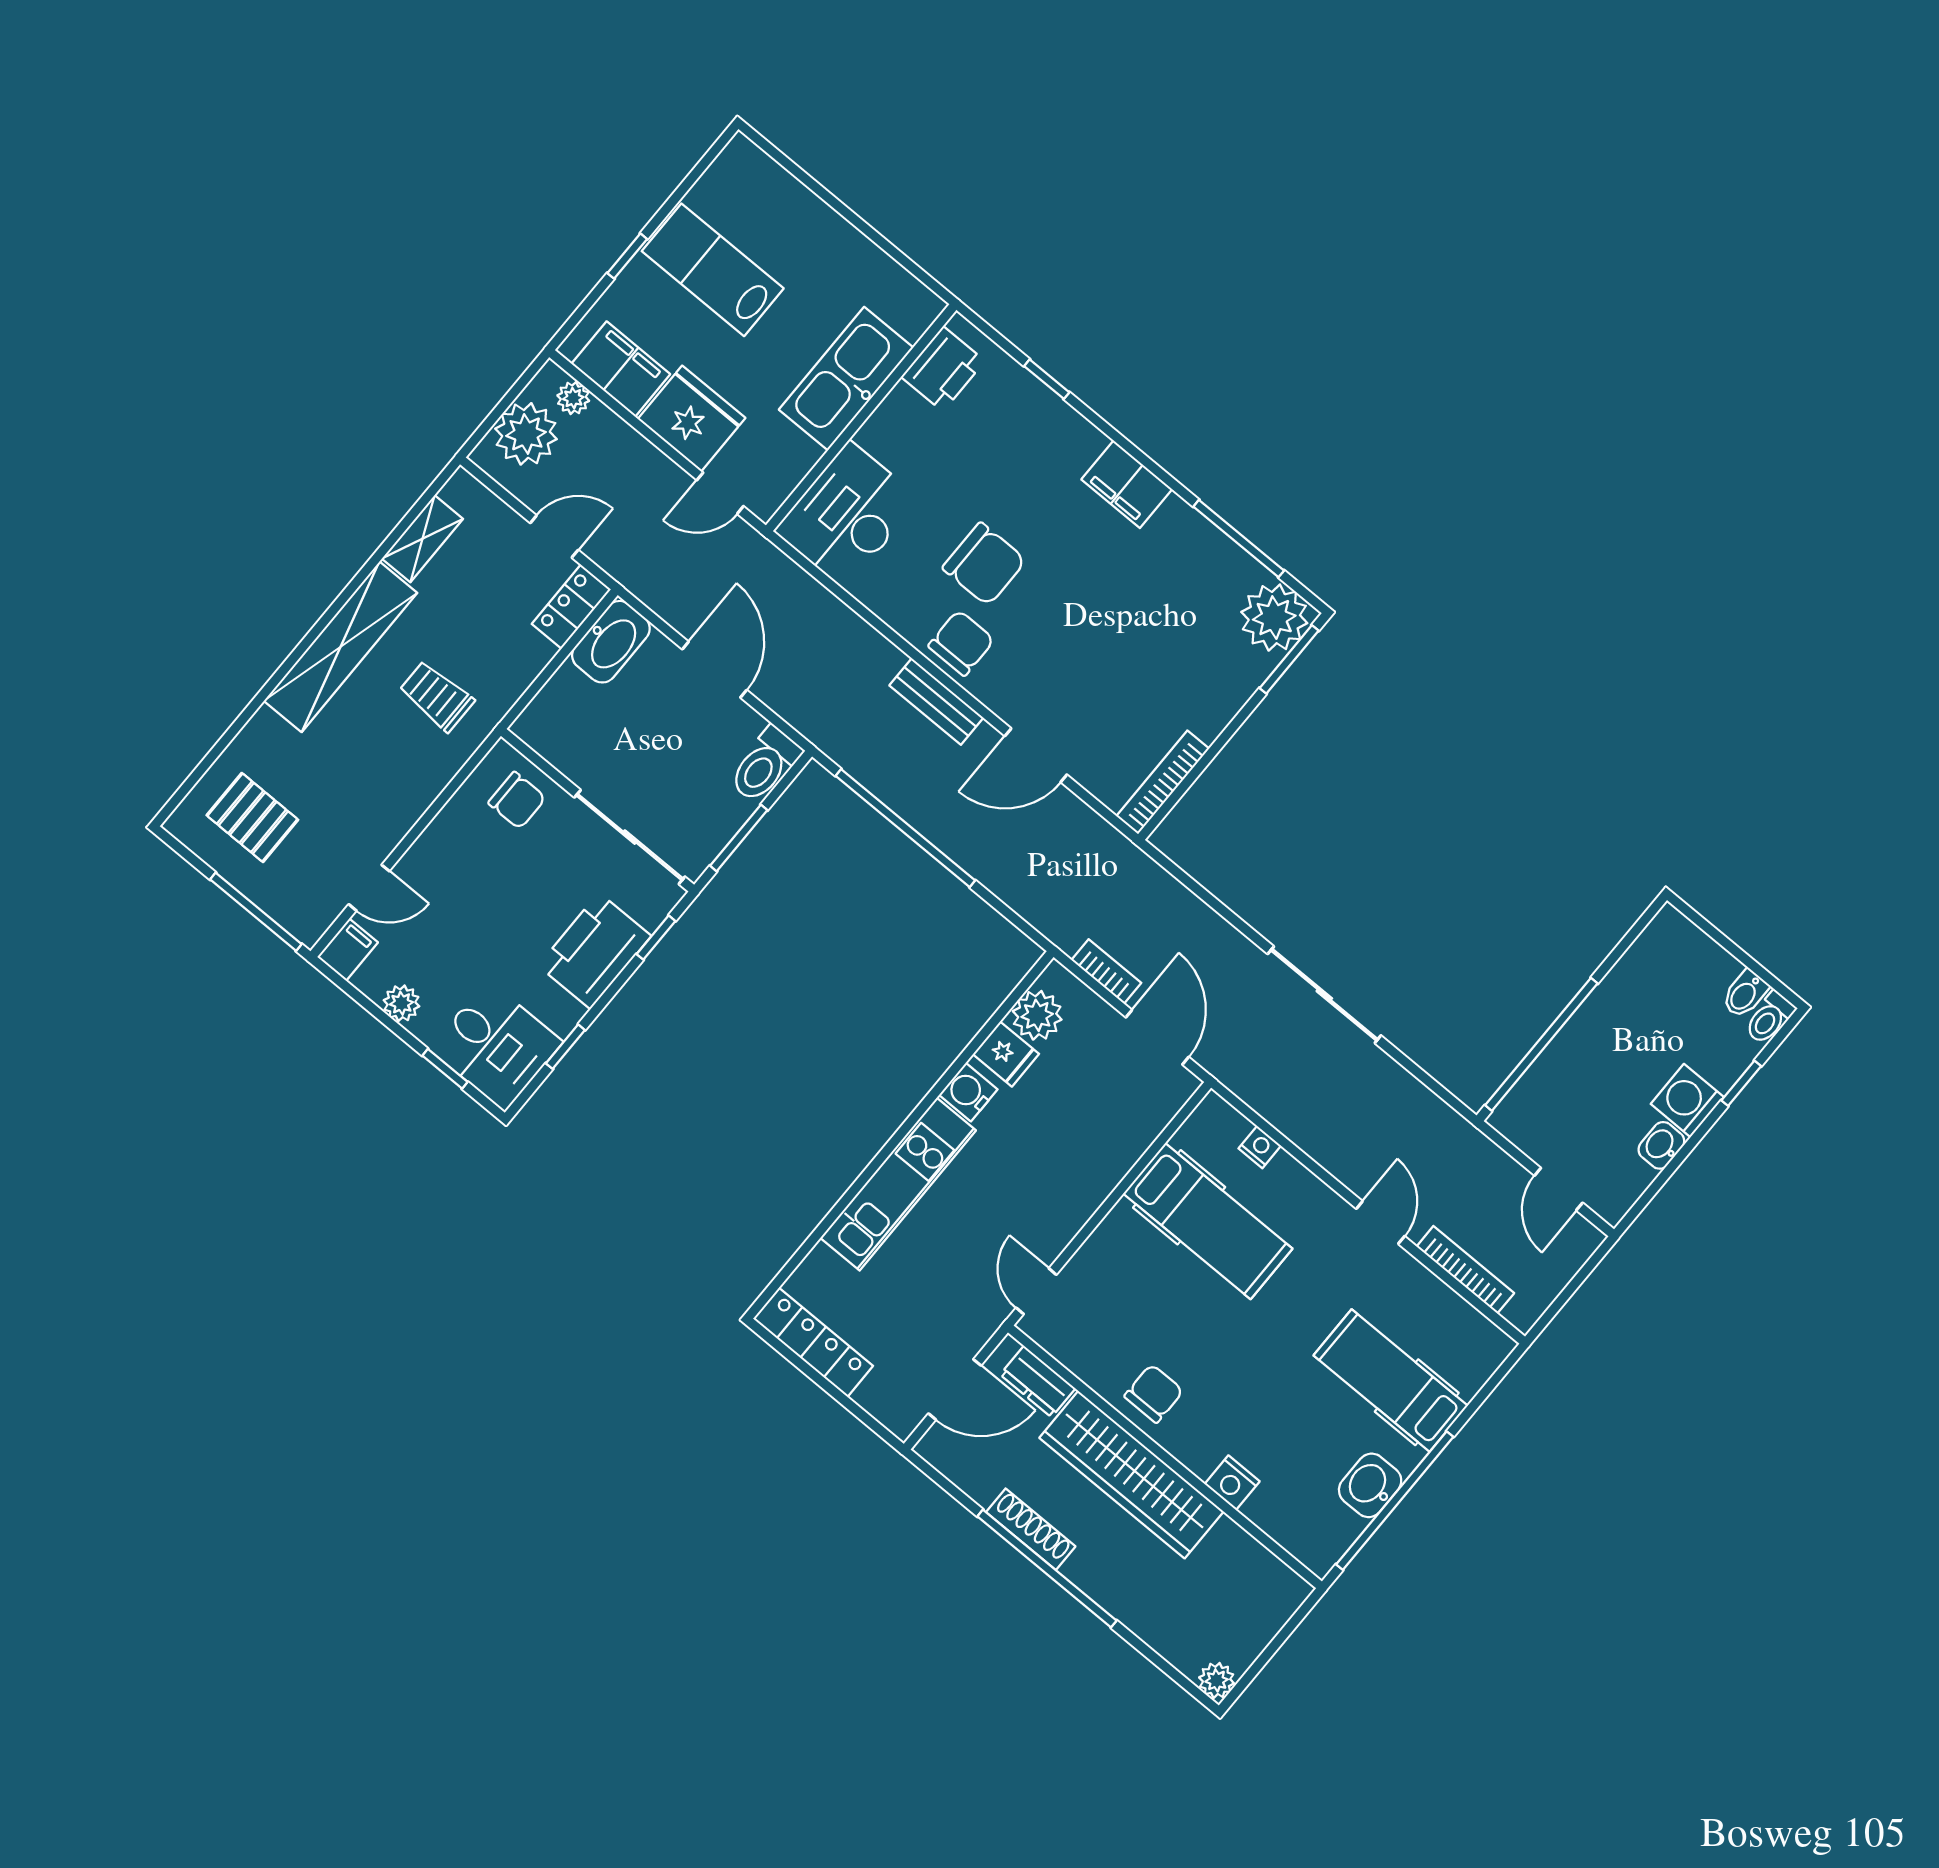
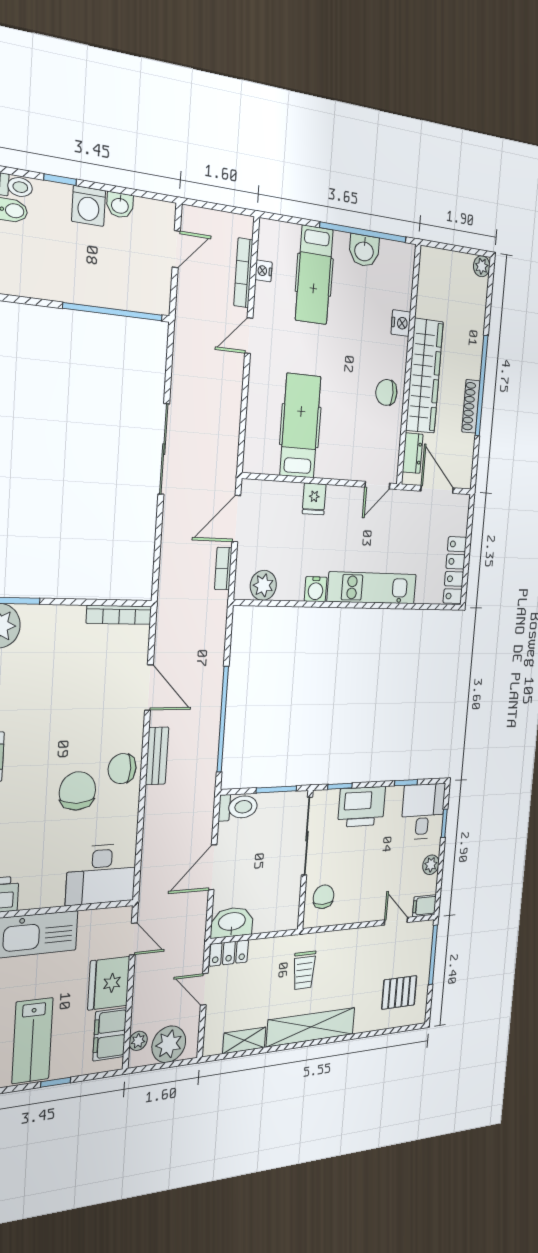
pallet: (252, 818) -> (399, 992), turned 90
fridge: (1006, 1054) -> (314, 499), moved, turned 180
nightstand: (1260, 1147) -> (264, 271), moved

